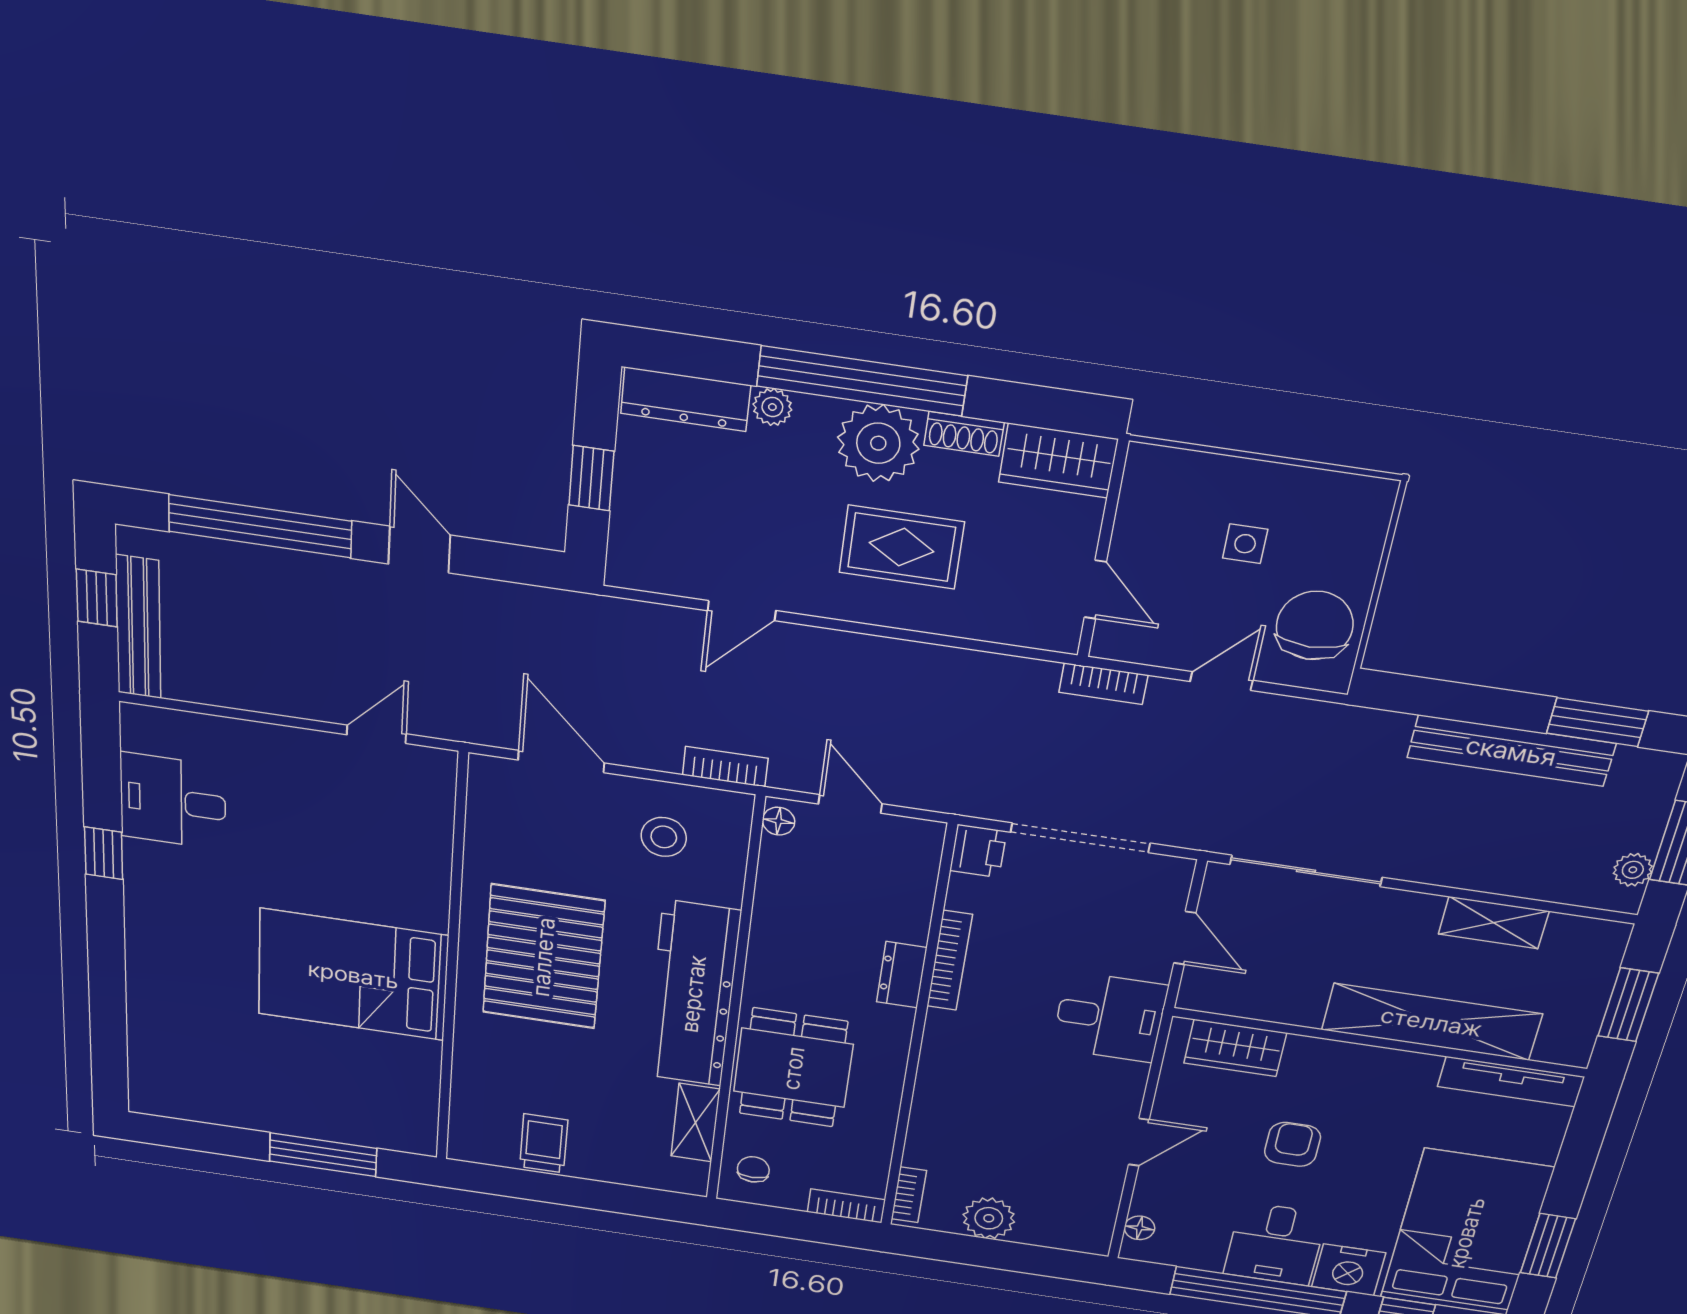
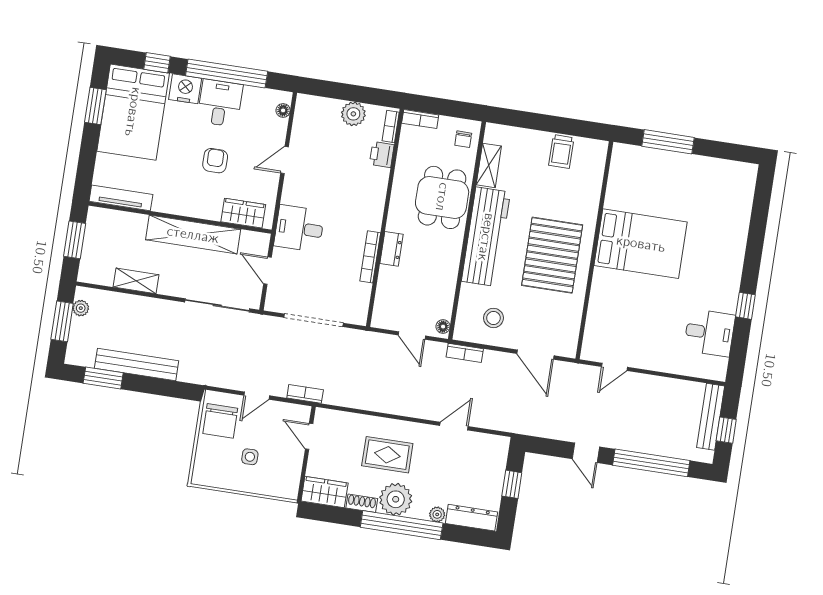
printer: (978, 851) -> (382, 155), moved
shelving: (1432, 1022) -> (193, 235), moved
armchair: (1292, 1144) -> (215, 161), turned 180

